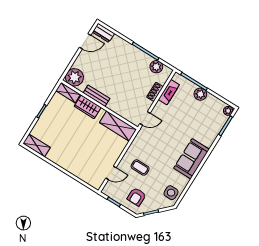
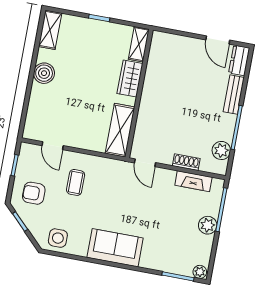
plant: (74, 77) -> (163, 45), removed
bench: (97, 96) -> (234, 95), moved
boiler: (63, 160) -> (44, 73), added

